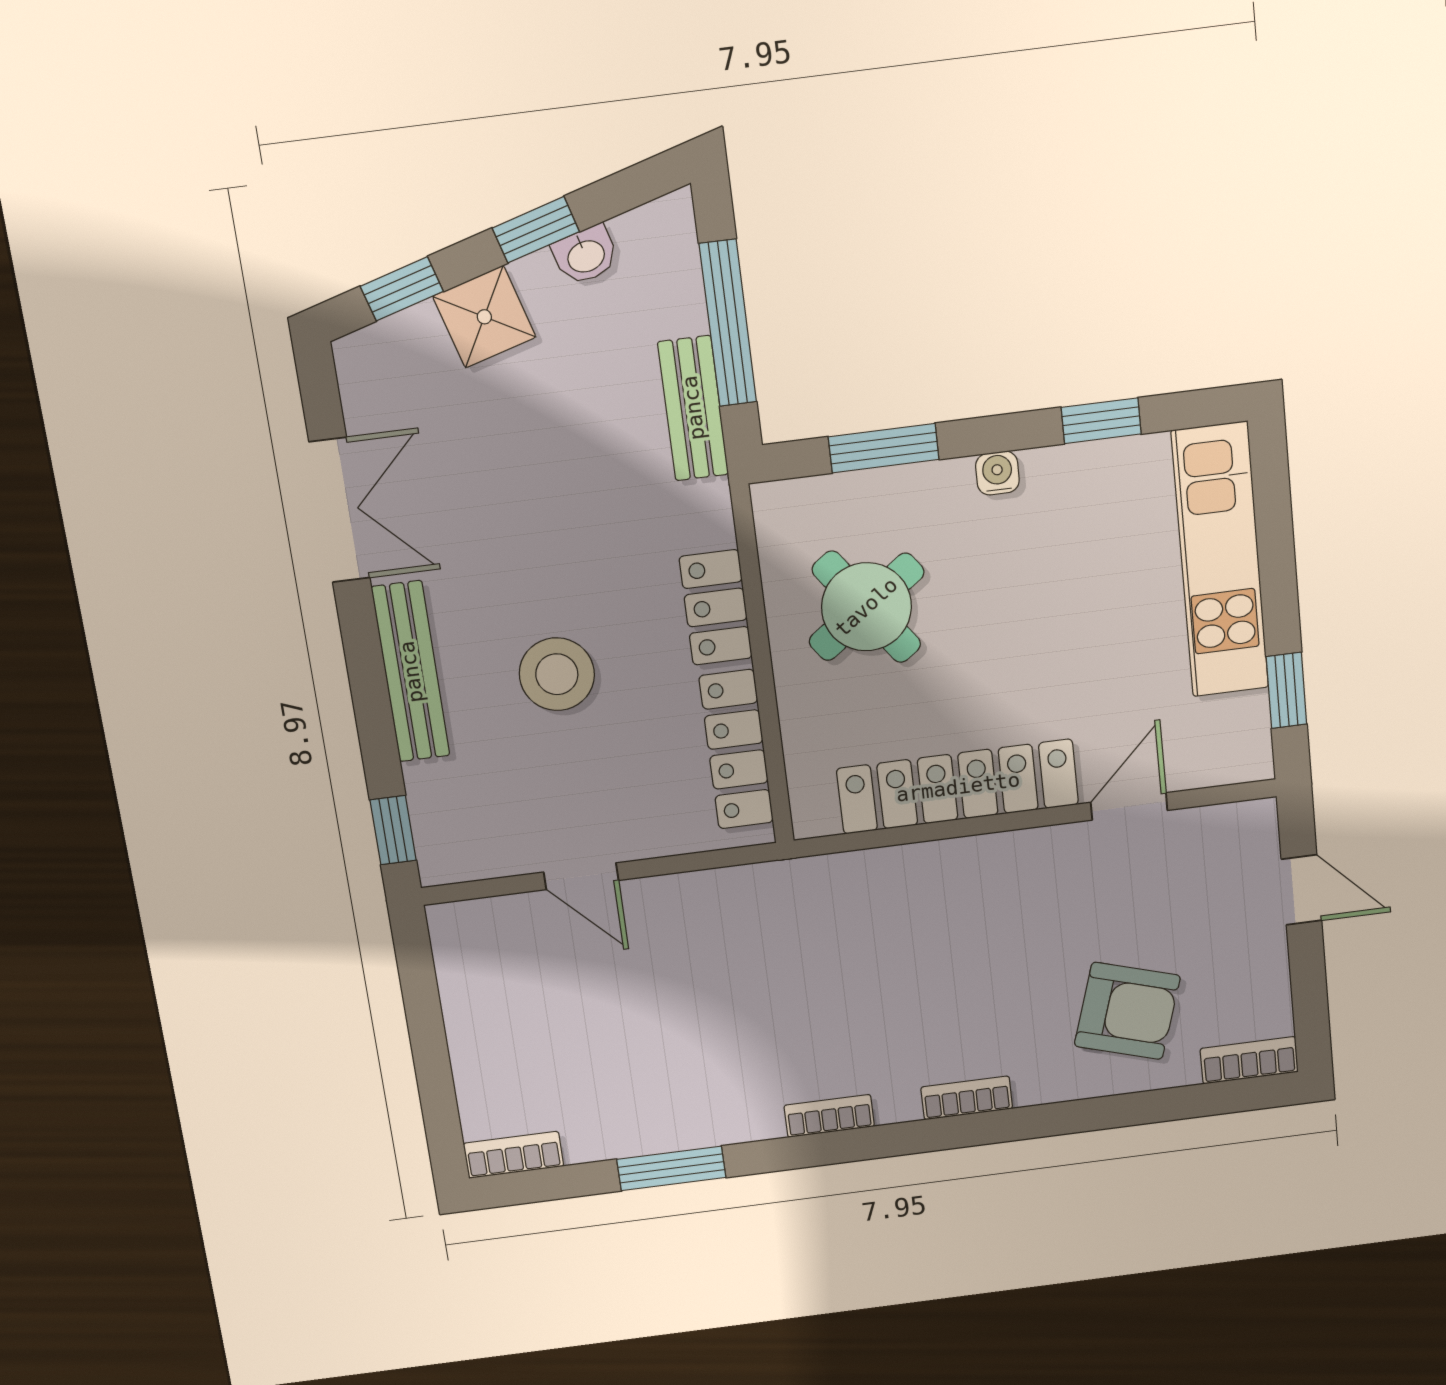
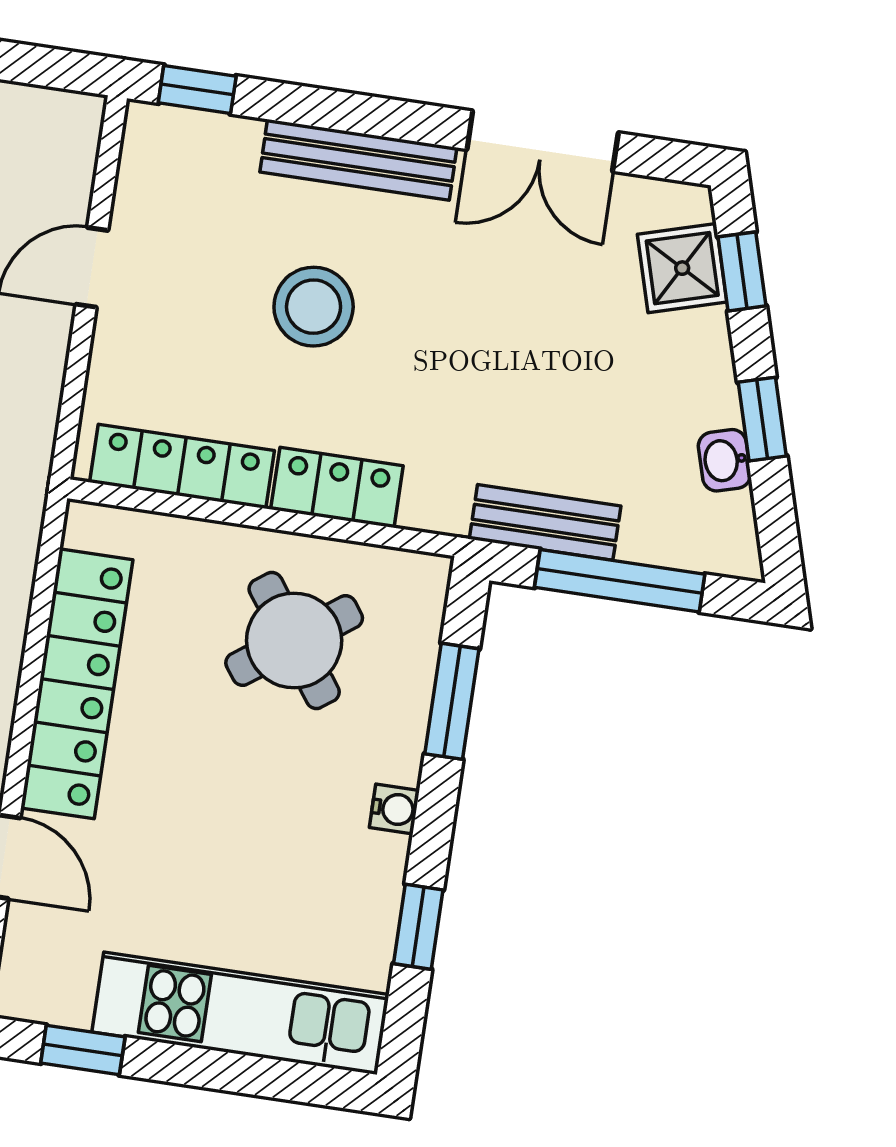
shower: (484, 317) -> (682, 268), moved

